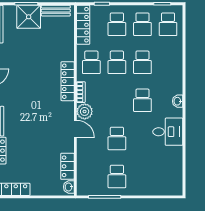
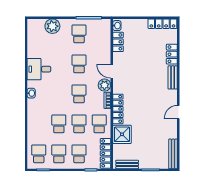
shower: (29, 17) -> (122, 134), moved
school desk: (142, 100) -> (79, 94), moved
plant: (151, 186) -> (52, 26), added

